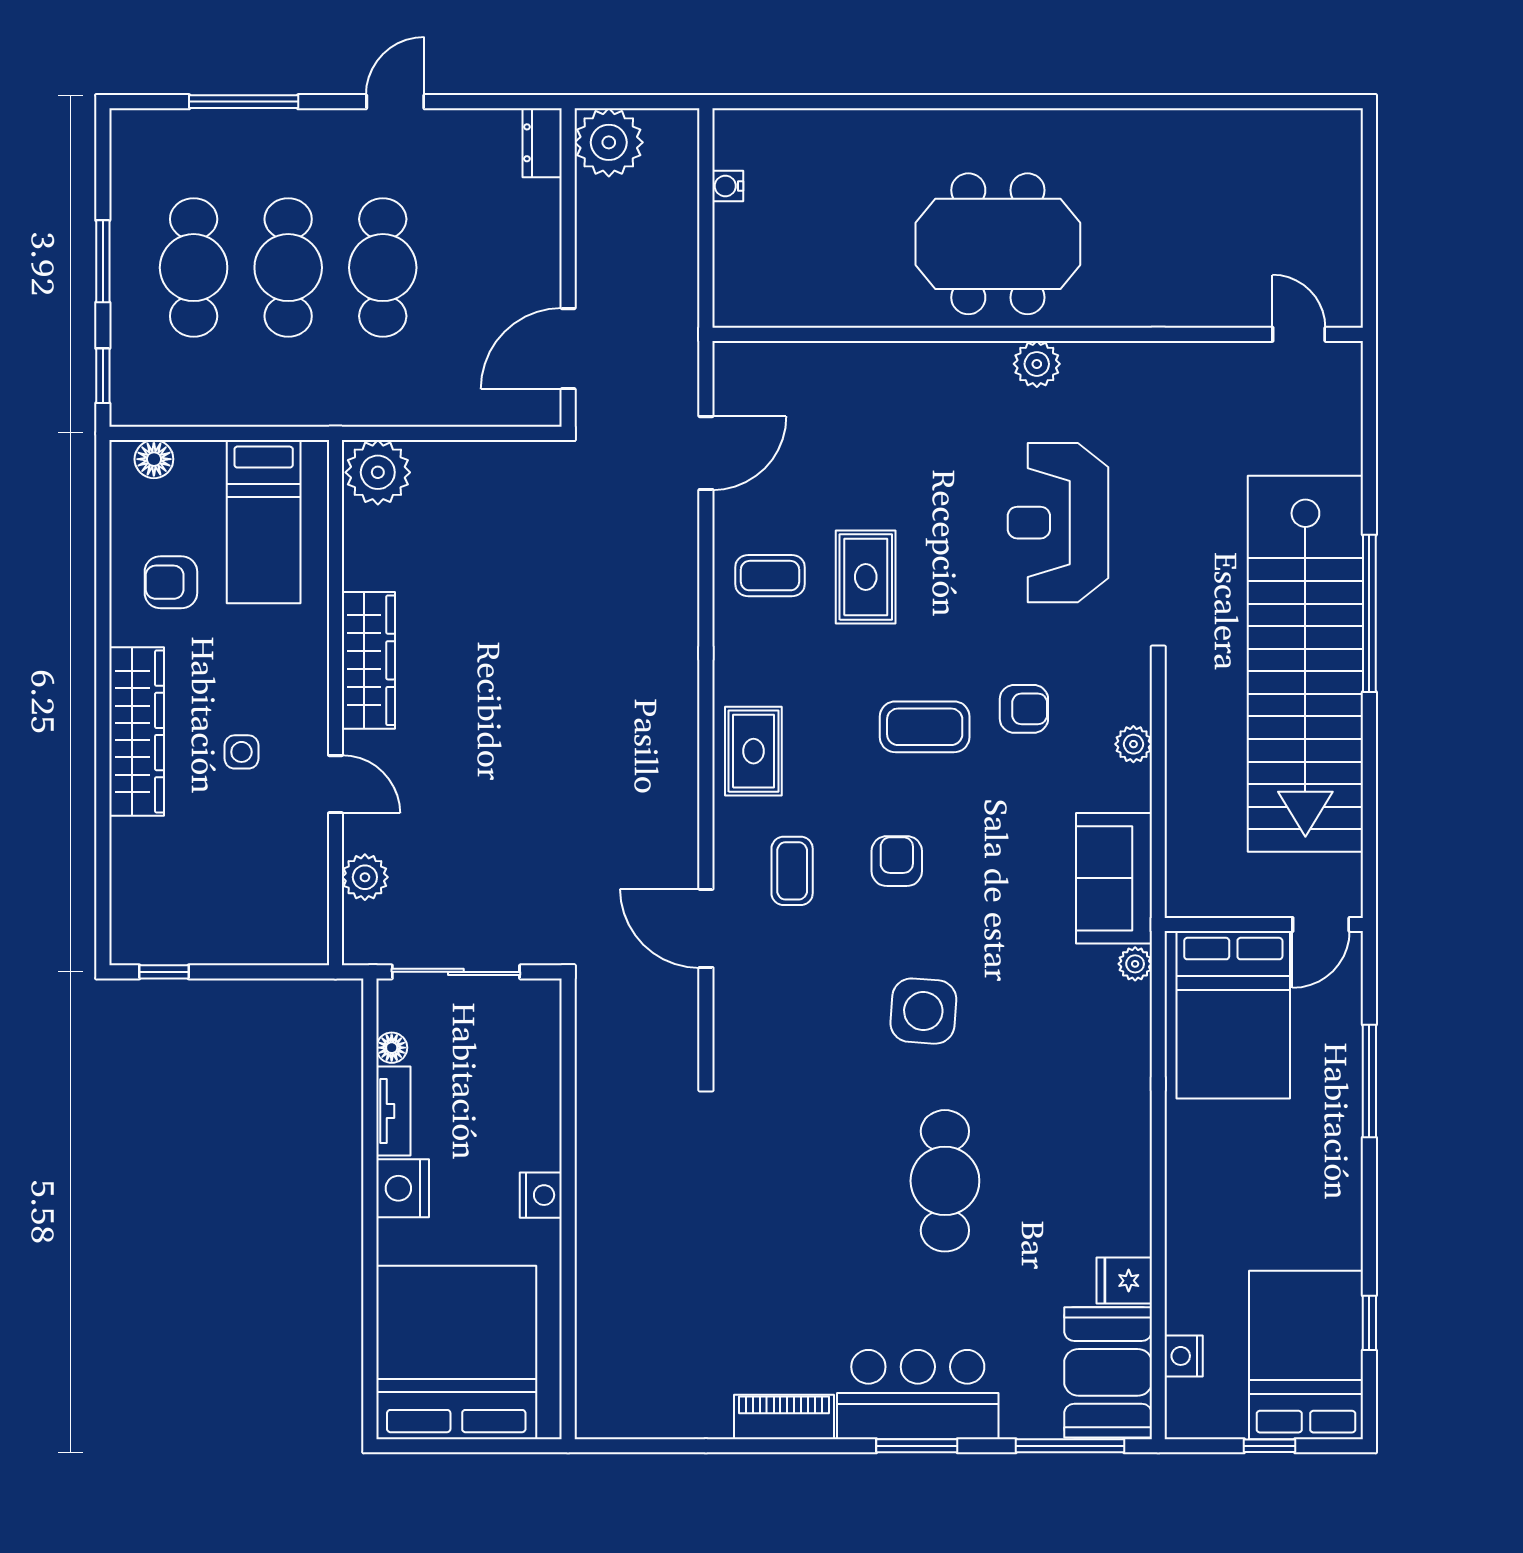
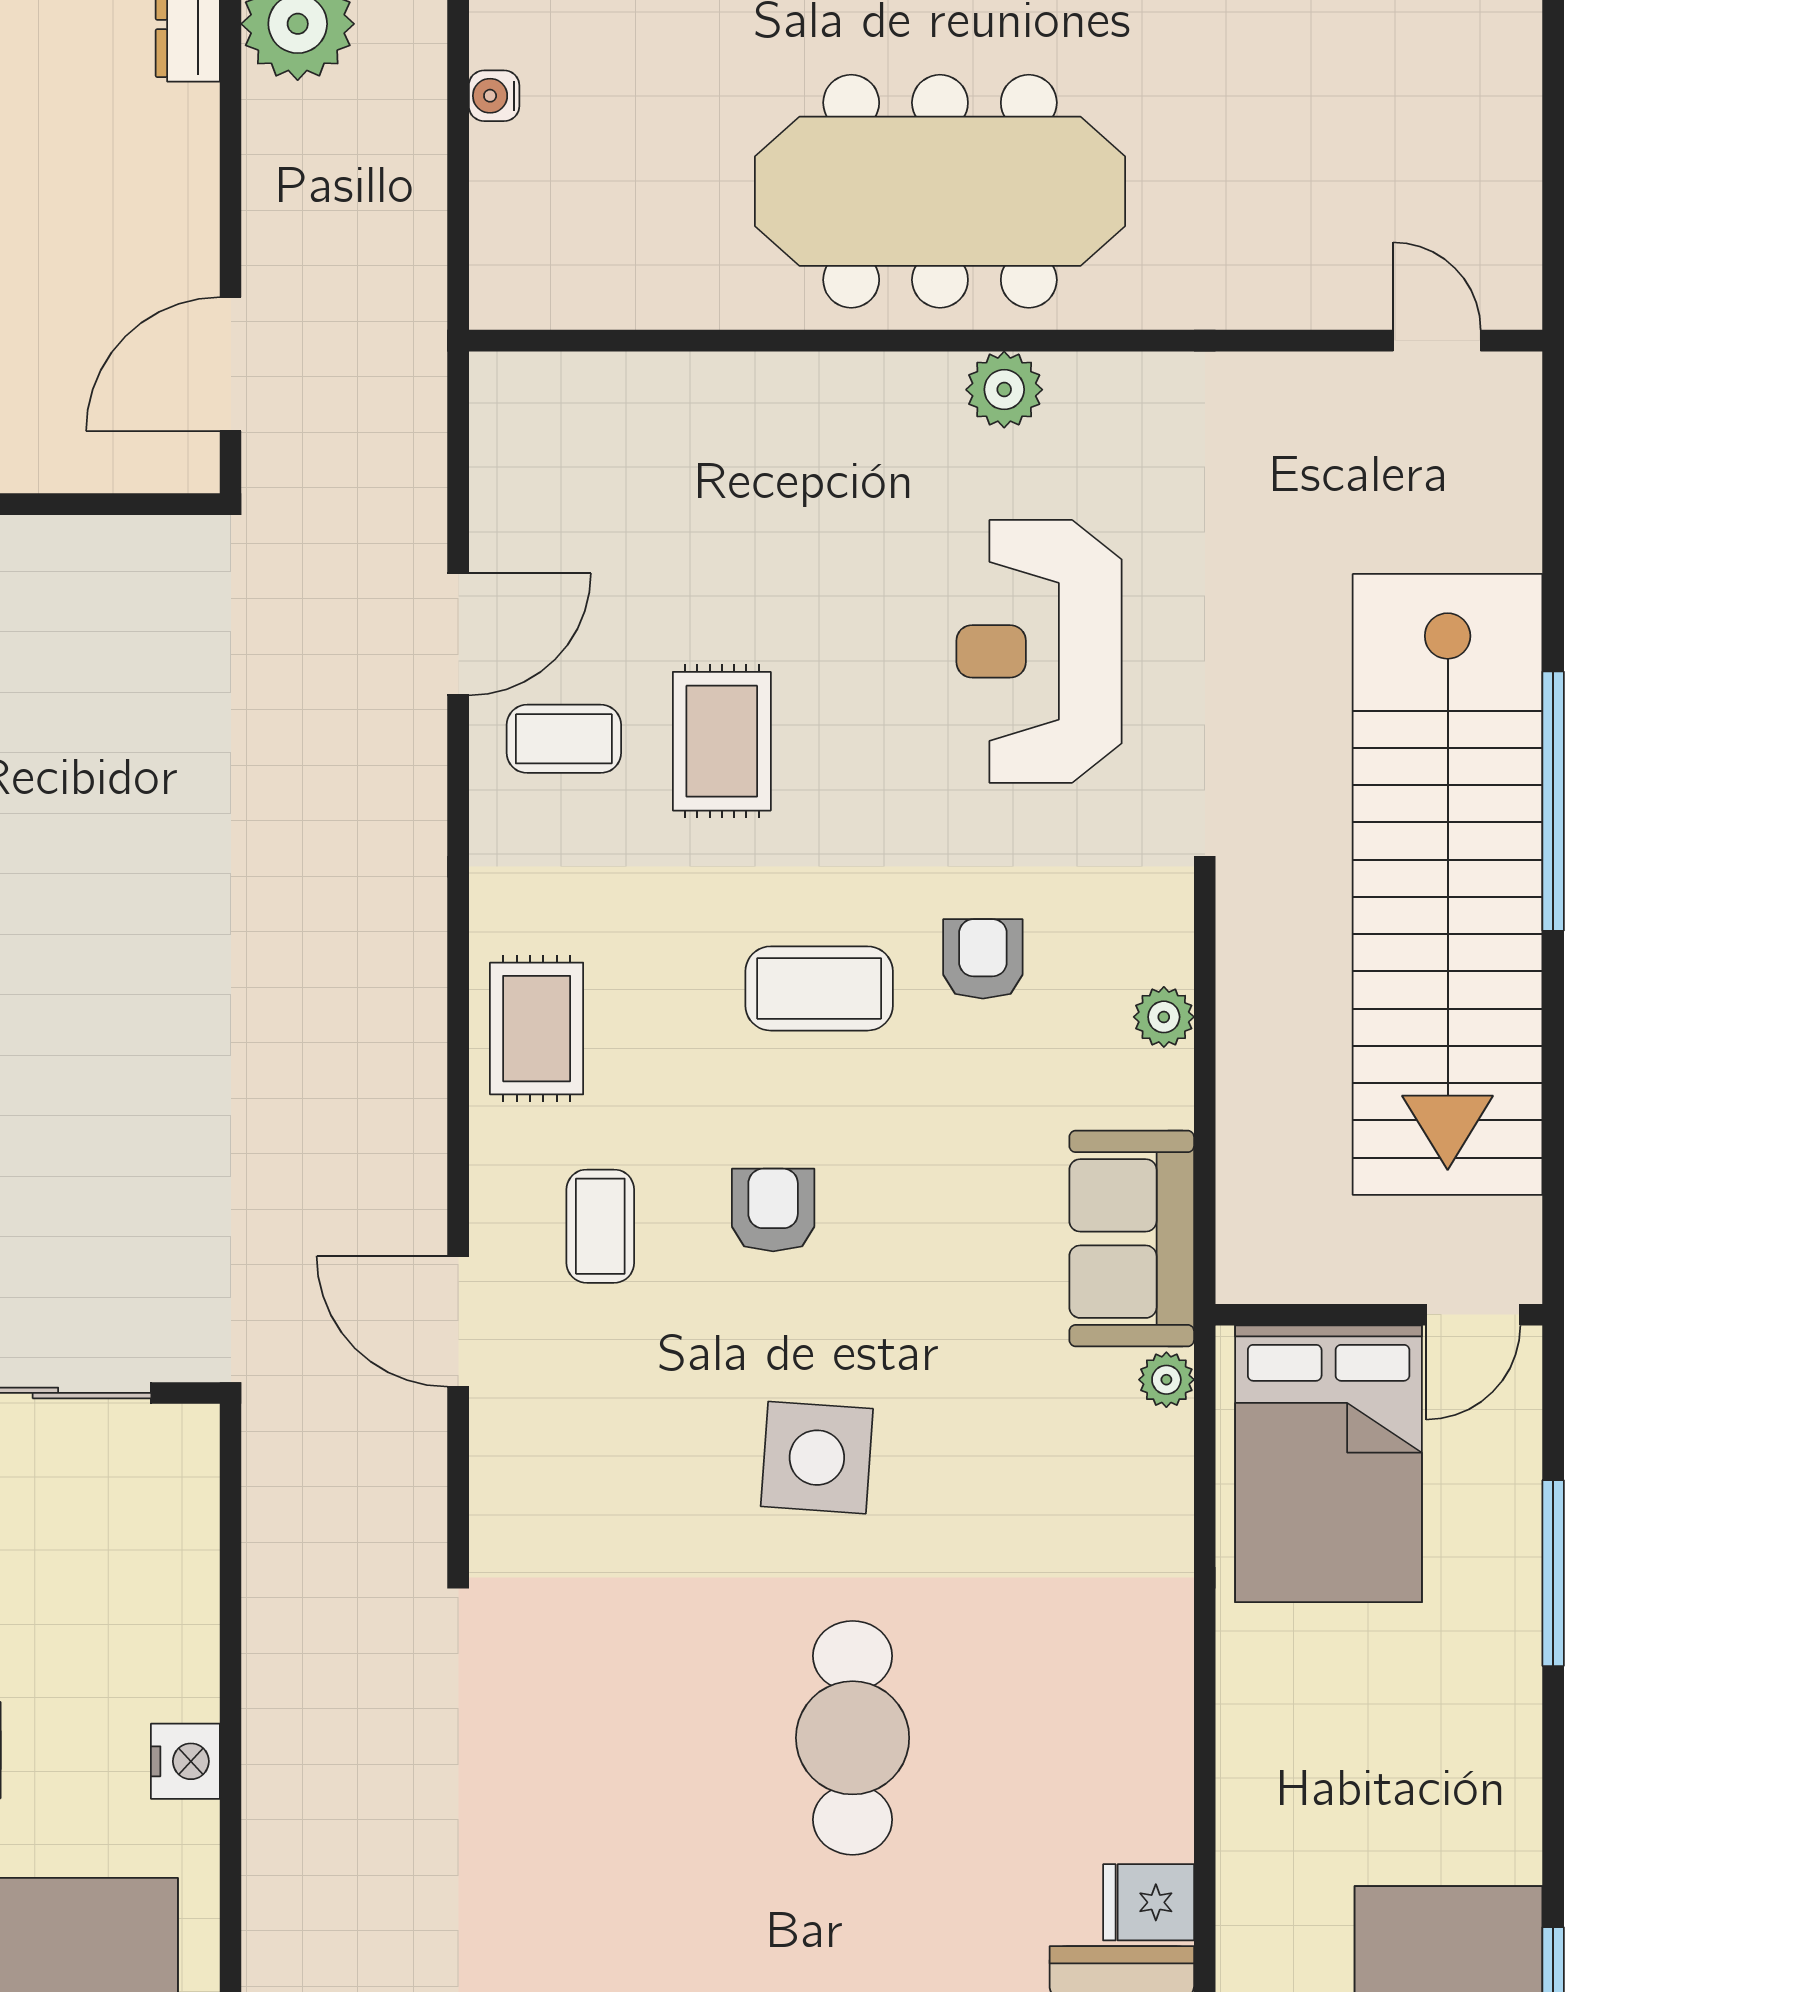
meeting table: (998, 244) -> (940, 191), width x1.36
door: (706, 453) -> (458, 634), moved
armchair: (1024, 709) -> (983, 959), turned -90

